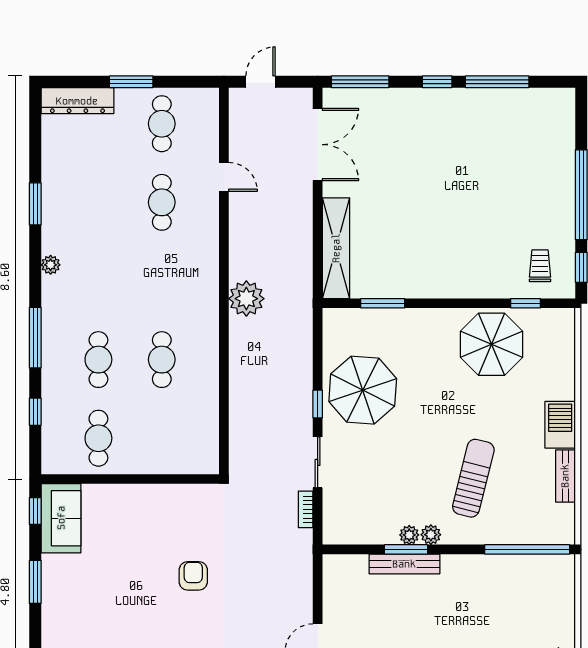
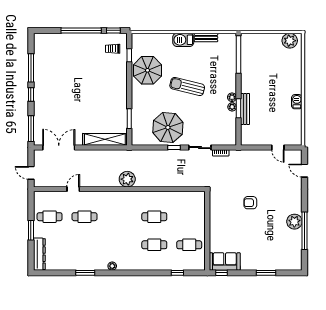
window: (35, 338) -> (145, 273), removed
sun lounger: (473, 478) -> (187, 86), moved
window: (35, 582) -> (266, 273), moved

